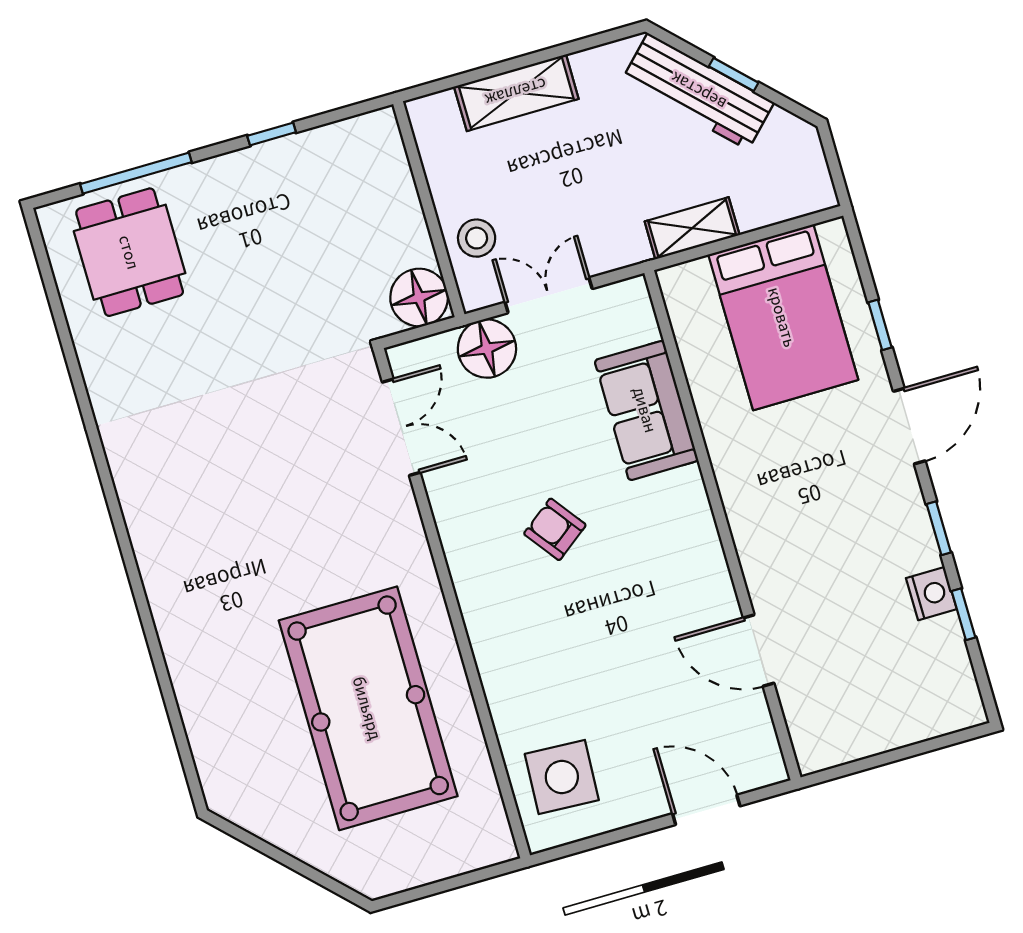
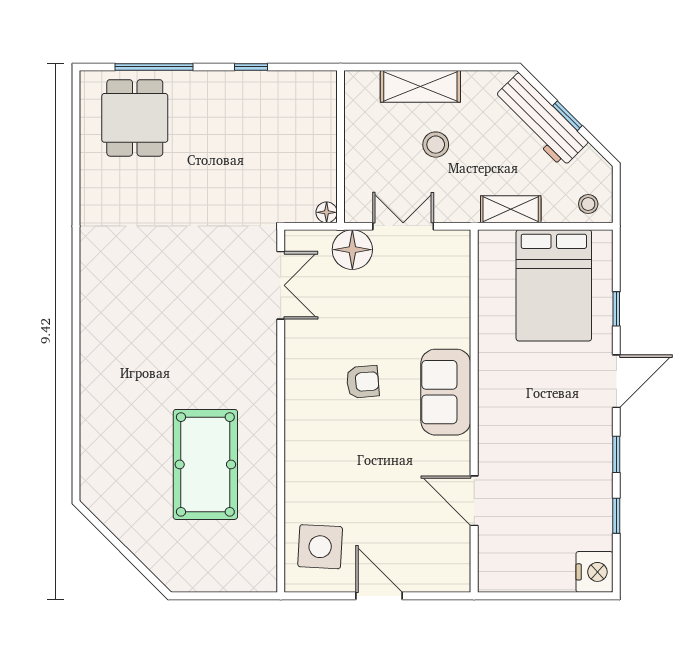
stool: (798, 190) -> (588, 204), added
stool: (477, 238) -> (436, 145), moved
floor lamp: (419, 298) -> (327, 212), width x0.53, depth x0.53
sofa: (646, 410) -> (446, 392), moved
armchair: (555, 529) -> (363, 382), turned 122
nightstand: (931, 594) -> (594, 572), moved, width x1.36, depth x1.33
pool table: (368, 708) -> (205, 464), width x0.73, depth x0.76
door: (706, 810) -> (379, 596), moved

